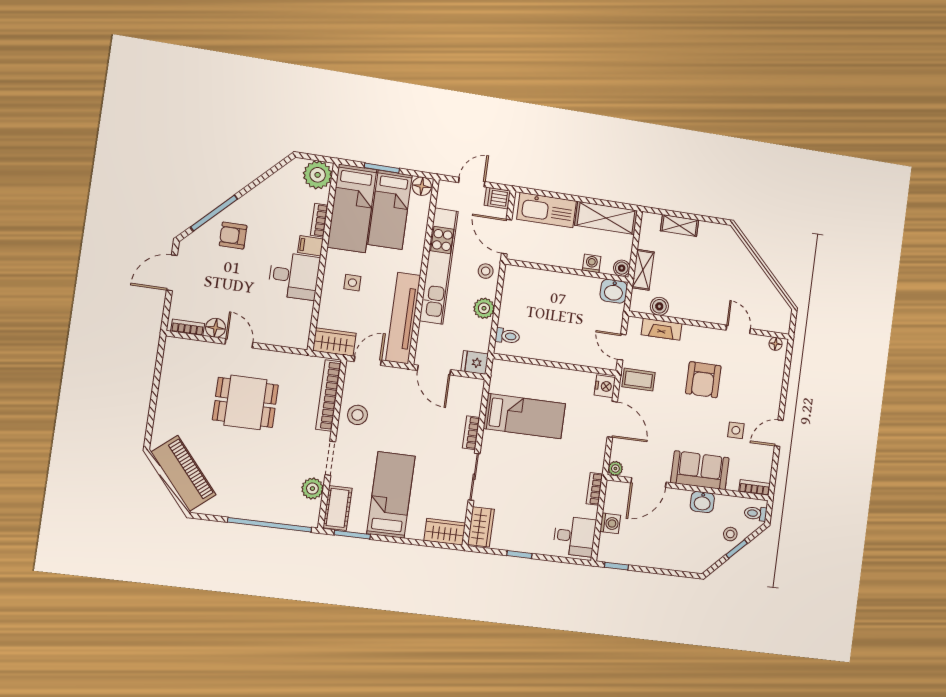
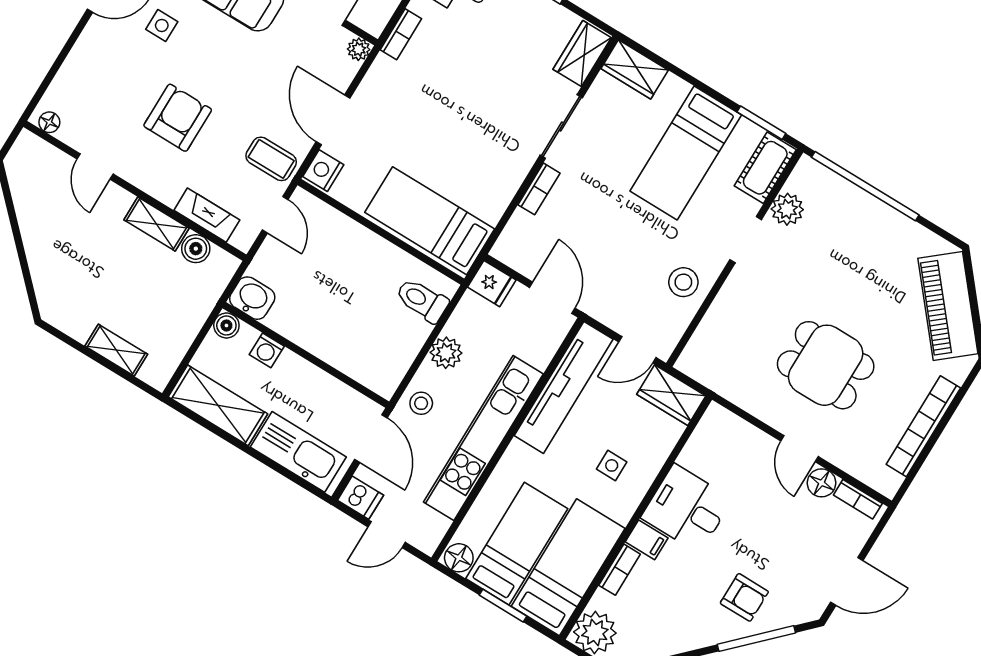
shelving: (643, 270) -> (156, 224), moved, turned 90
toilet: (507, 336) -> (422, 300), width x1.37, depth x1.39
bookcase: (328, 395) -> (923, 426), moved, turned 180
bed: (524, 416) -> (430, 221), moved

